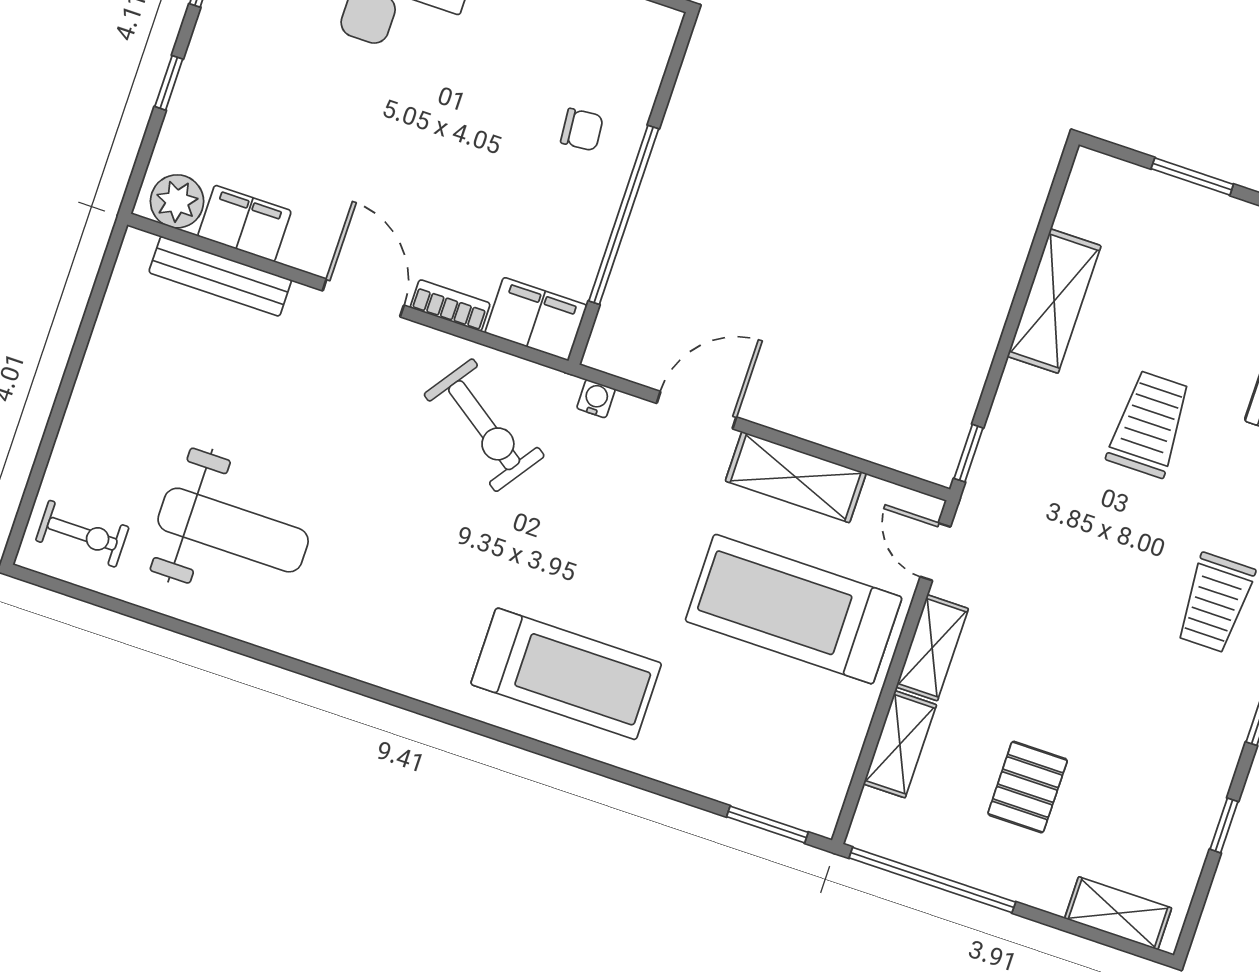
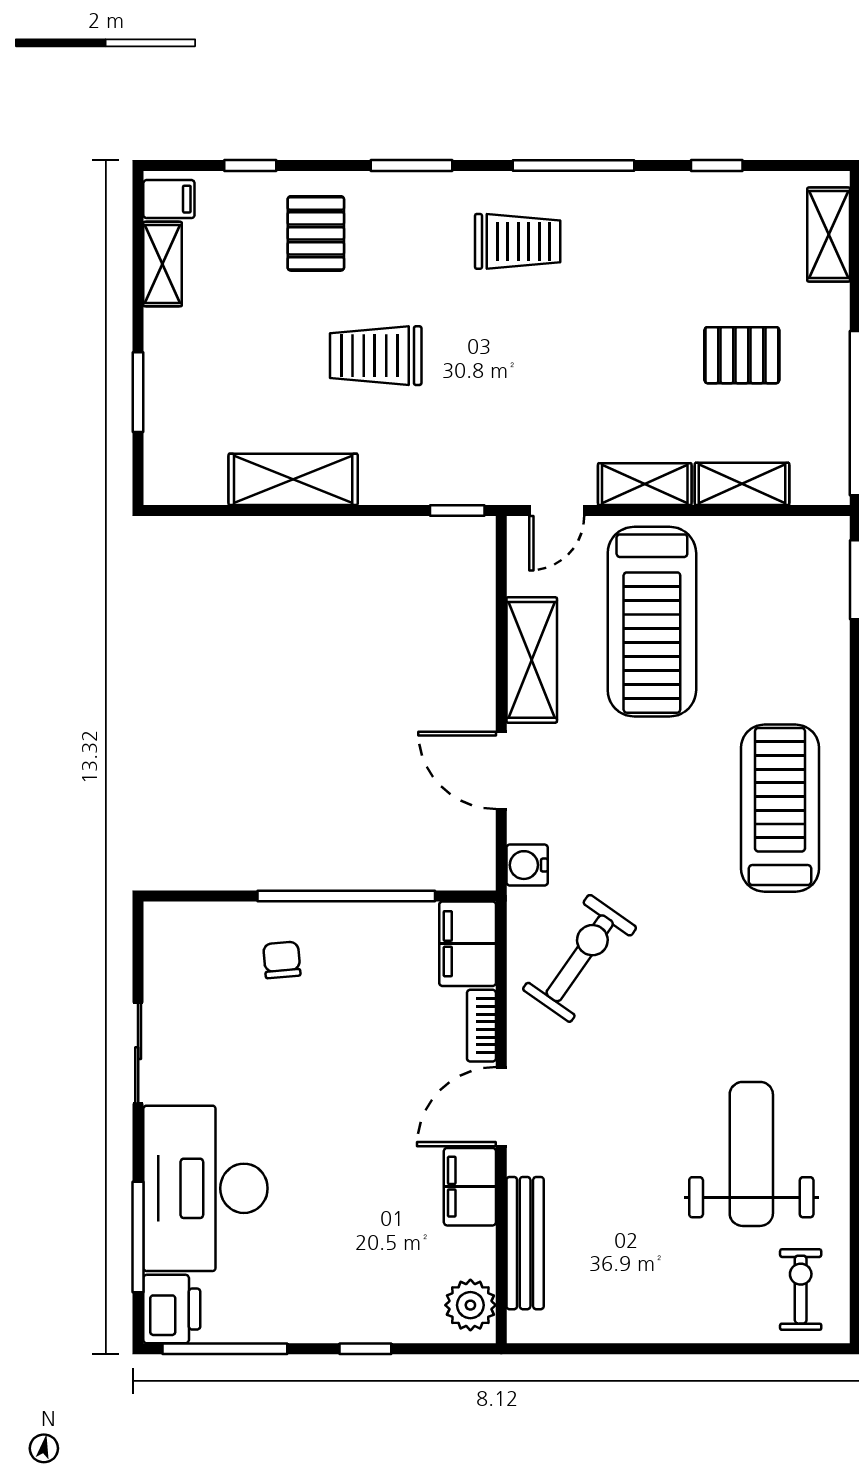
filing cabinet: (244, 223) -> (470, 1187), moved
water cooler: (596, 399) -> (527, 865), width x1.38, depth x1.38

